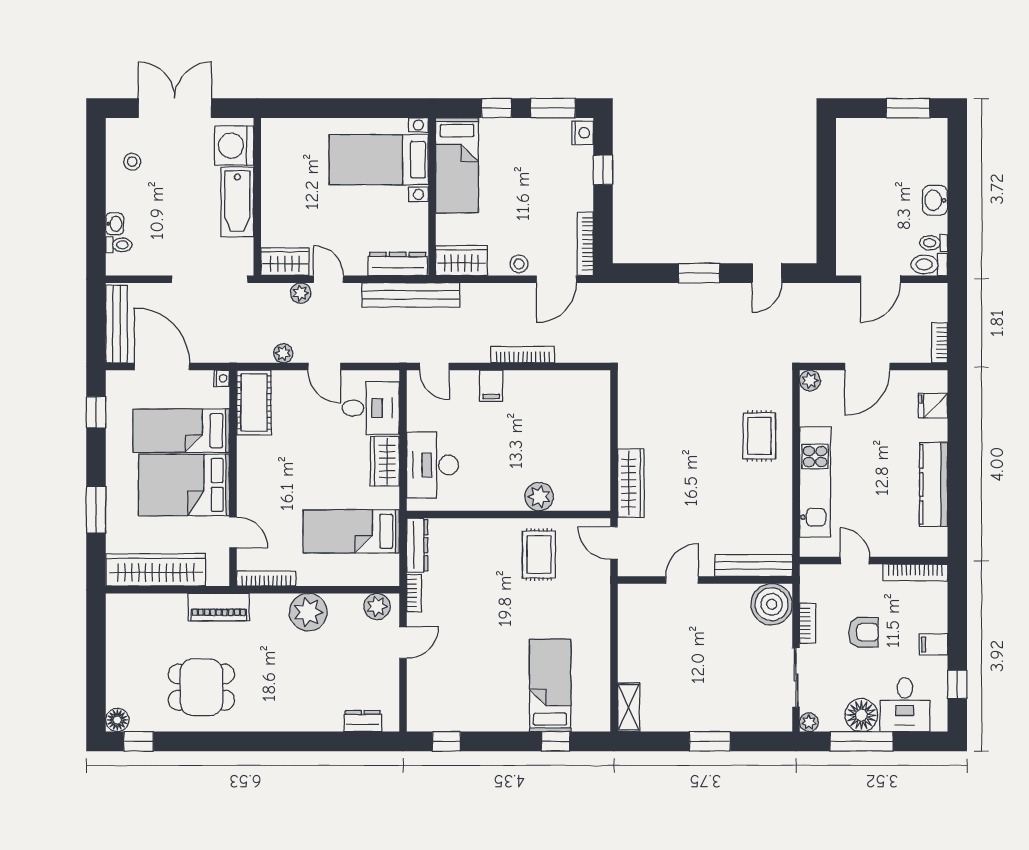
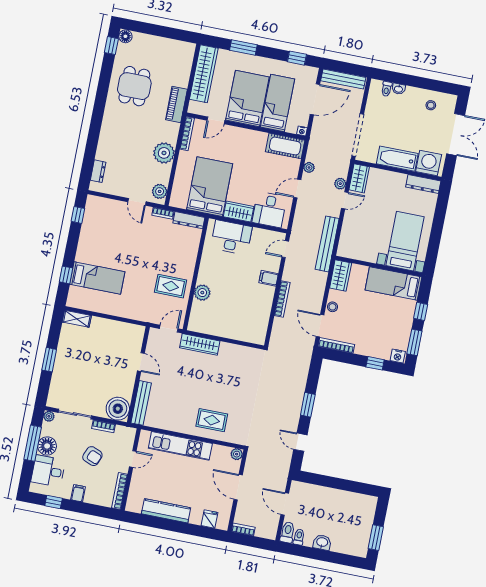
dresser: (398, 264) -> (423, 184), moved, turned 90
bed: (351, 531) -> (210, 187), width x1.50
armchair: (863, 632) -> (92, 456), turned -68

